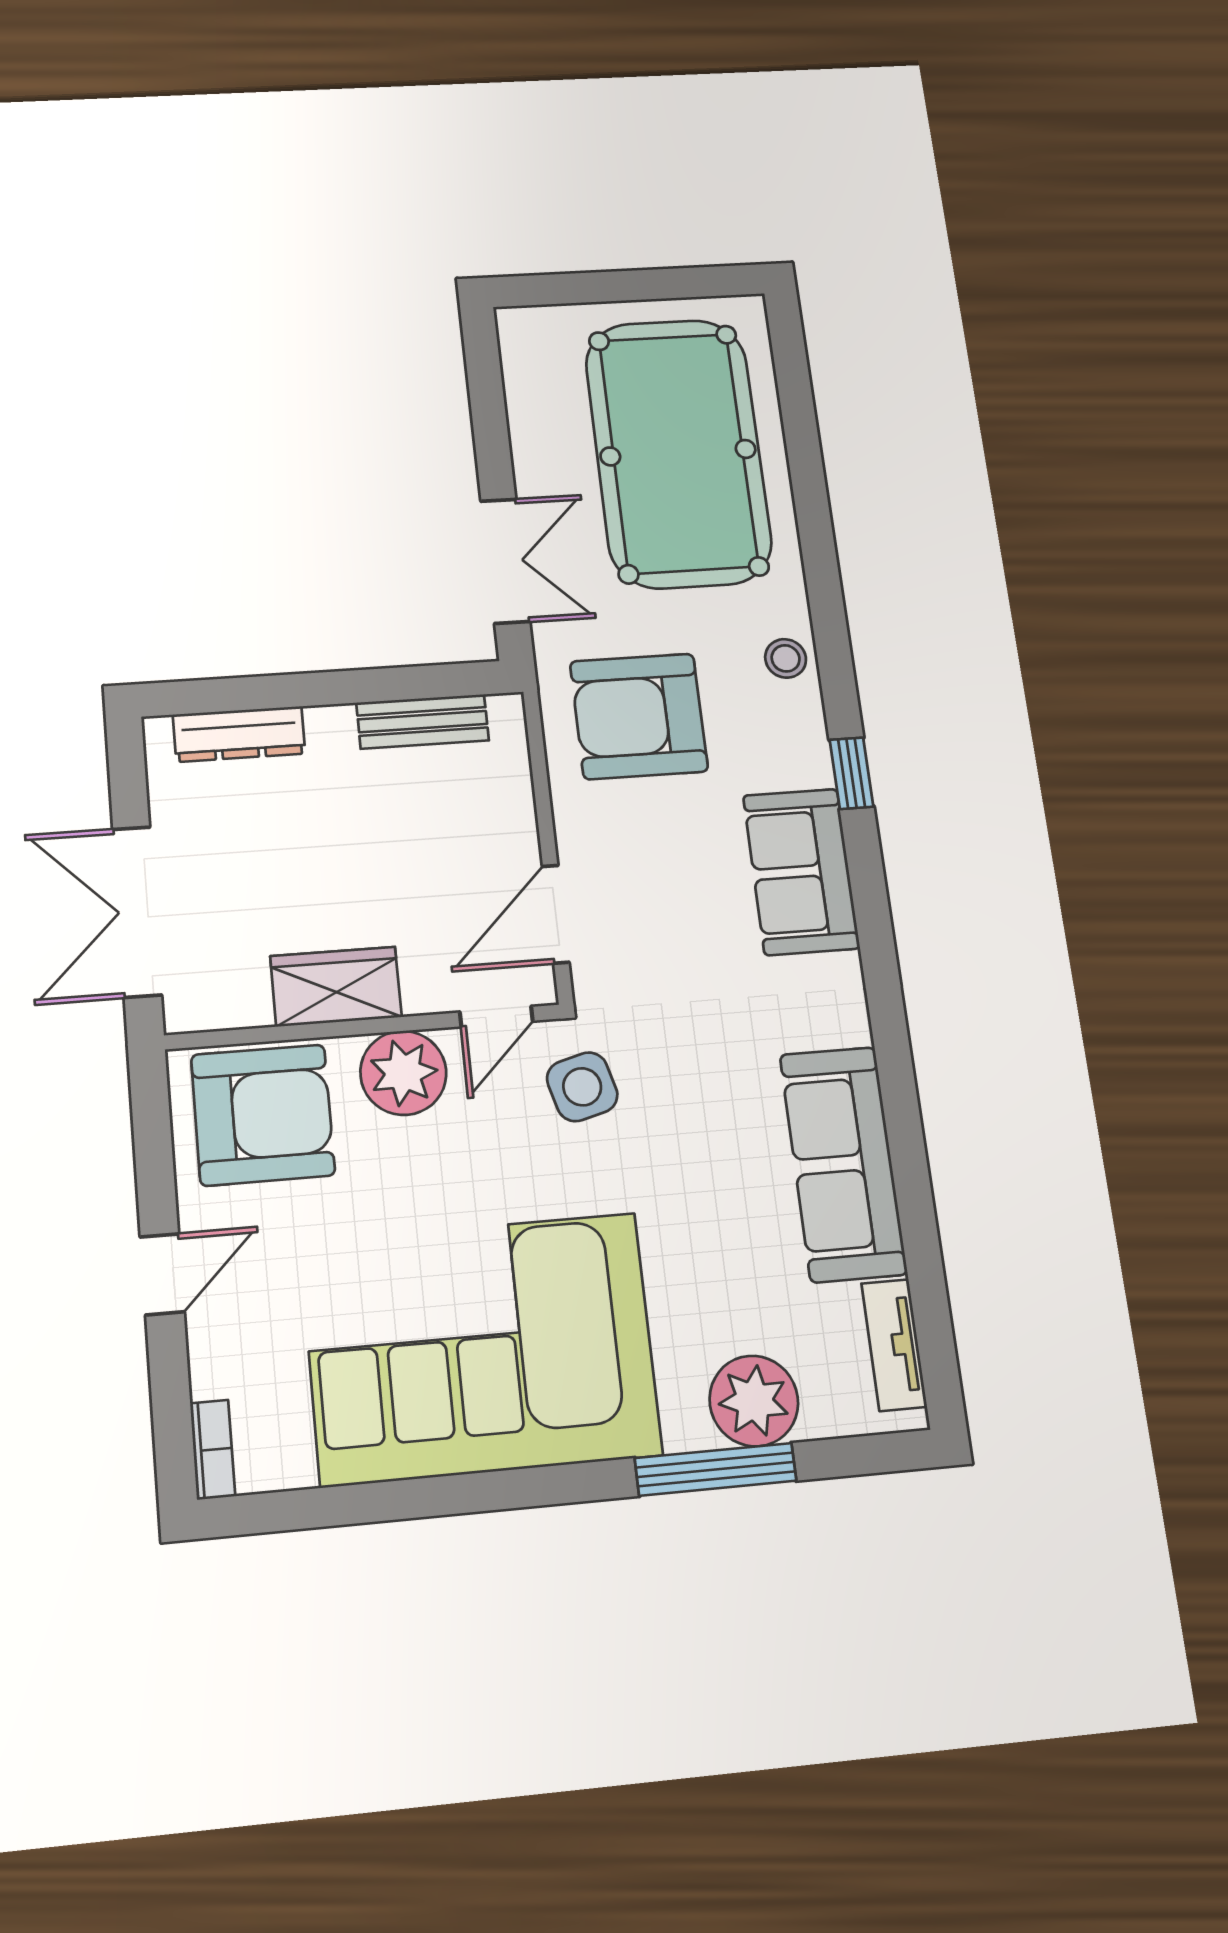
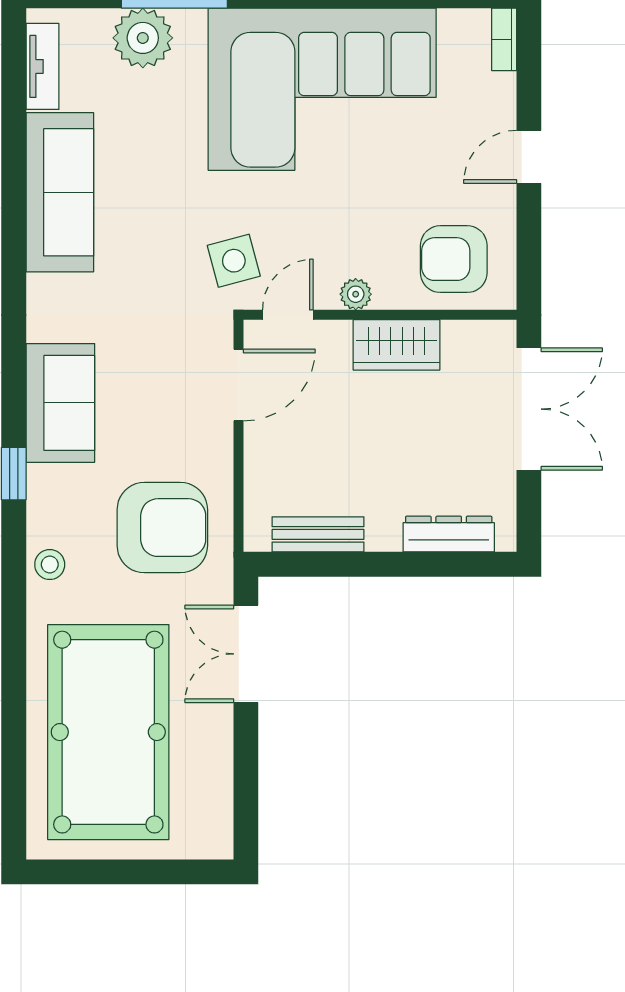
plant: (403, 1073) -> (356, 294), width x0.53, depth x0.53
armchair: (263, 1115) -> (454, 259), width x0.73, depth x0.73

